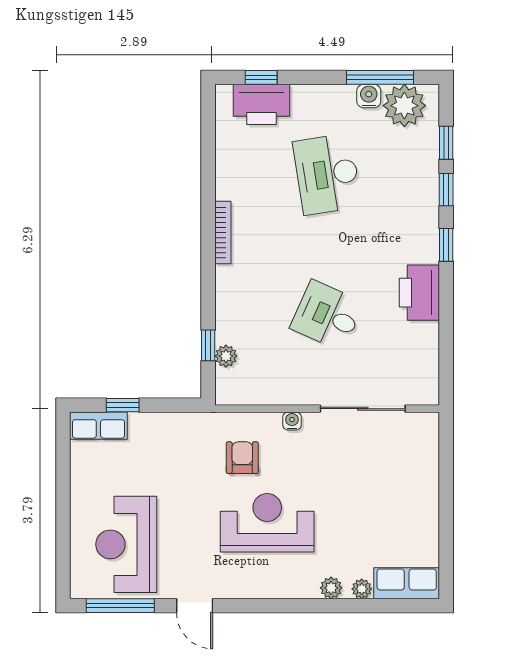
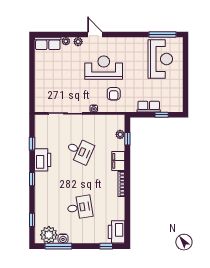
printer: (262, 104) -> (117, 232), moved, turned -90
desk: (327, 174) -> (80, 207), width x0.73
window: (446, 190) -> (32, 144), moved
filing cabinet: (231, 290) -> (118, 161), added
row of seats: (98, 426) -> (149, 107), moved
reception desk: (267, 523) -> (104, 68), turned 180
door: (195, 606) -> (95, 34), moved

